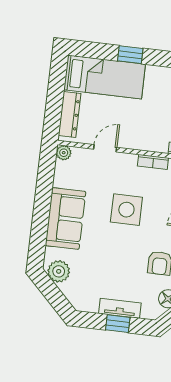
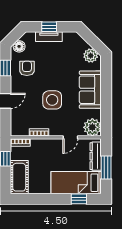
window: (130, 55) -> (79, 199), moved
window: (55, 95) -> (106, 167), added
plant: (64, 153) -> (92, 127), width x1.88, depth x1.88

